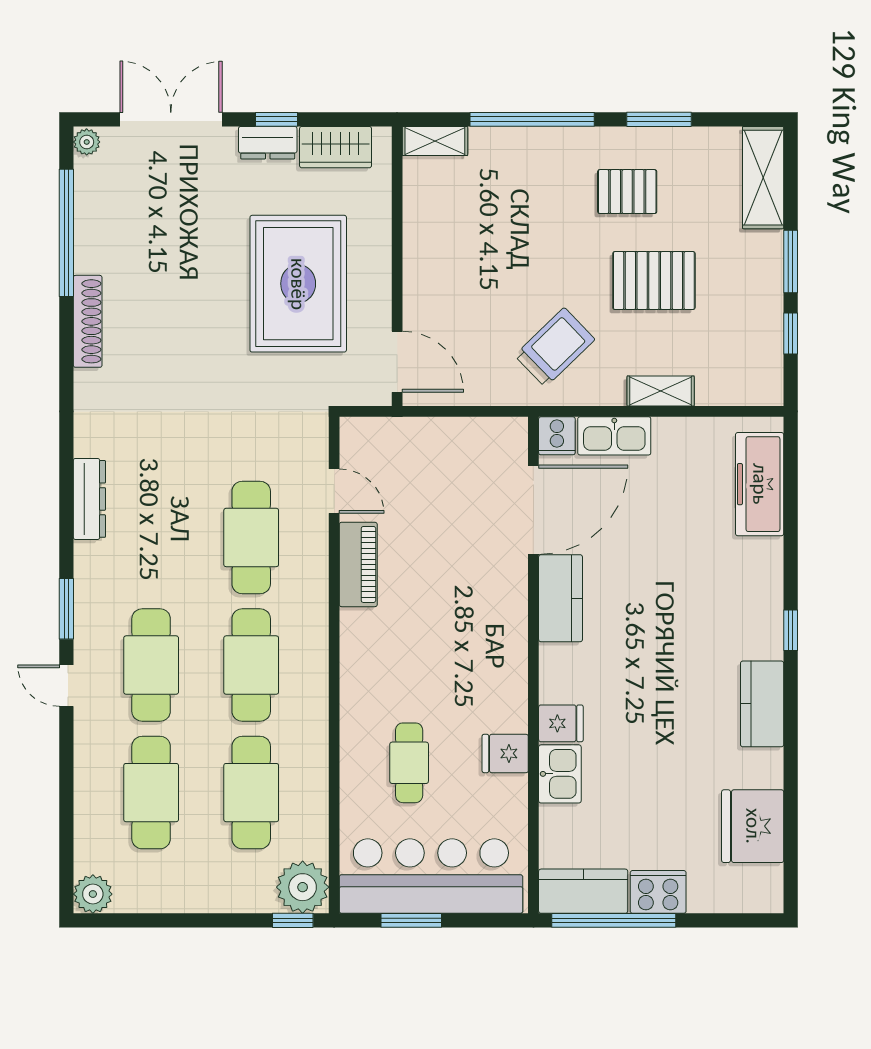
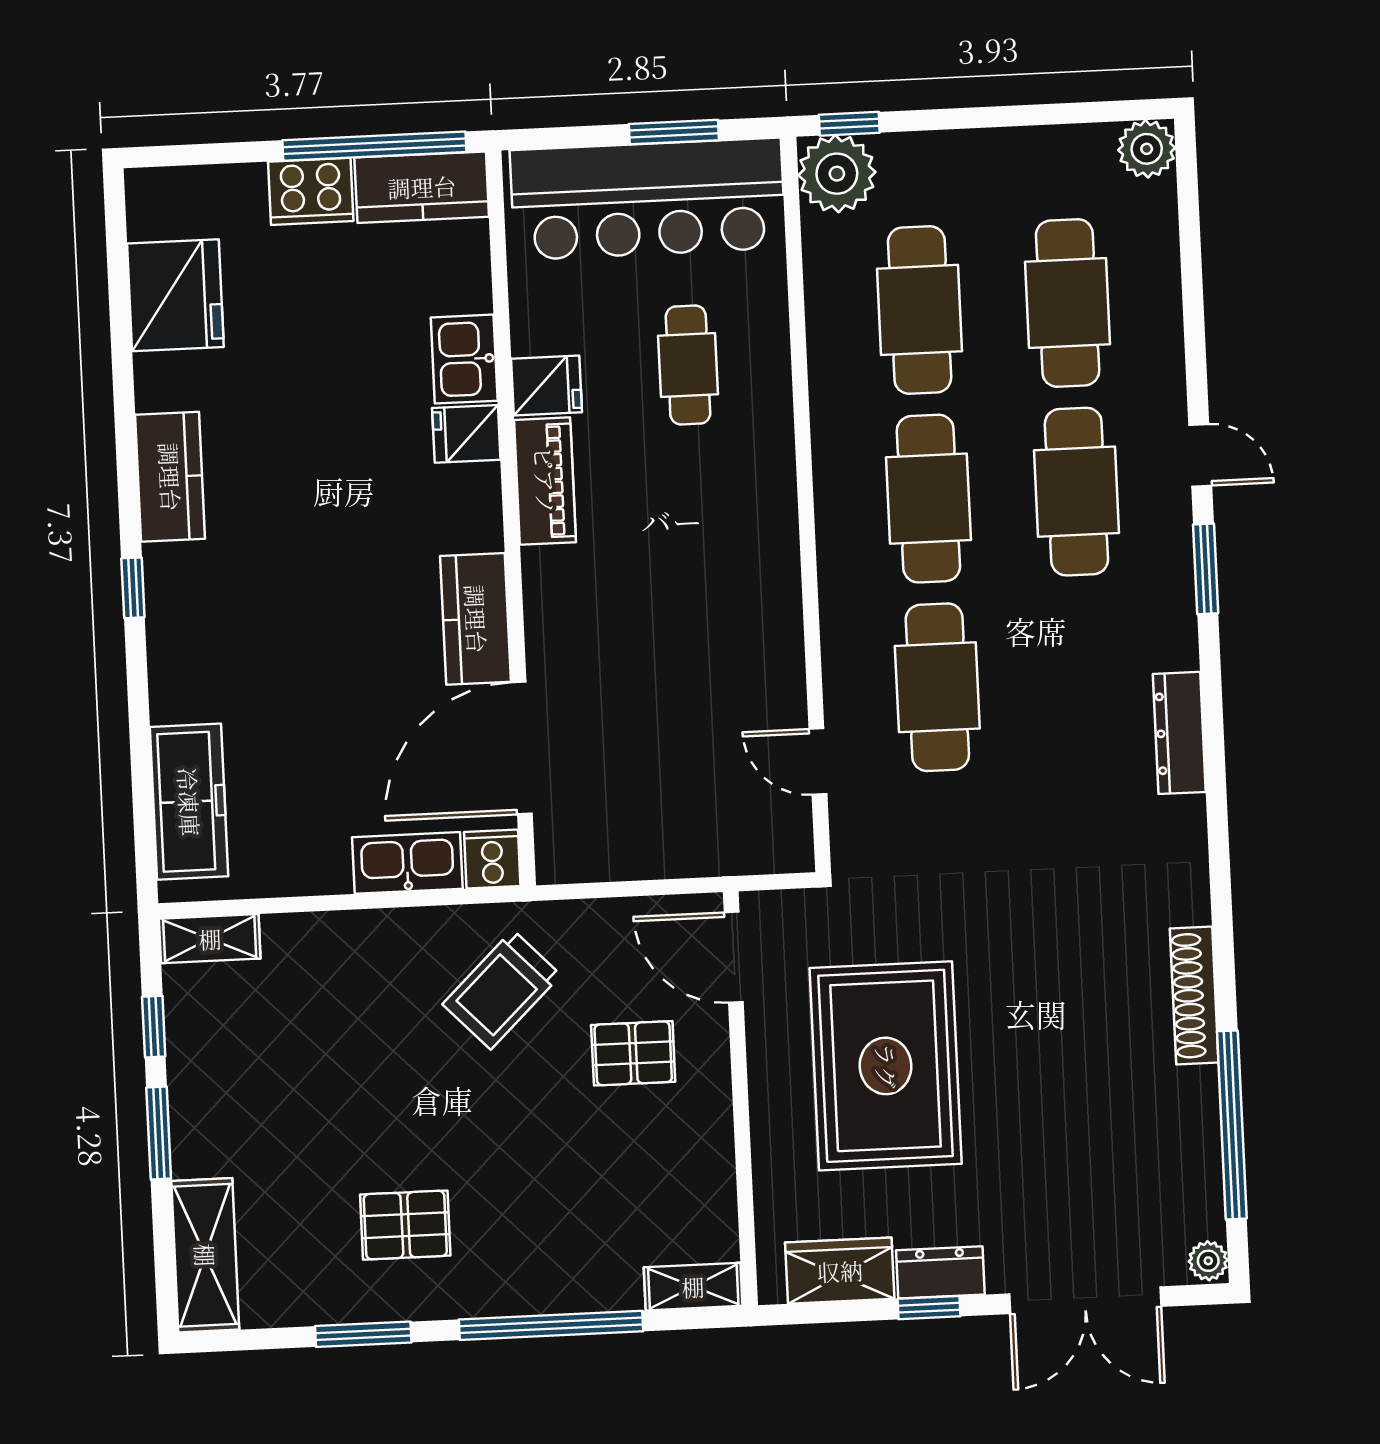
pallet: (654, 281) -> (633, 1053), moved, width x0.67, depth x0.71
shelving: (661, 391) -> (210, 939), moved
piano: (358, 564) -> (545, 481), moved, turned 180

